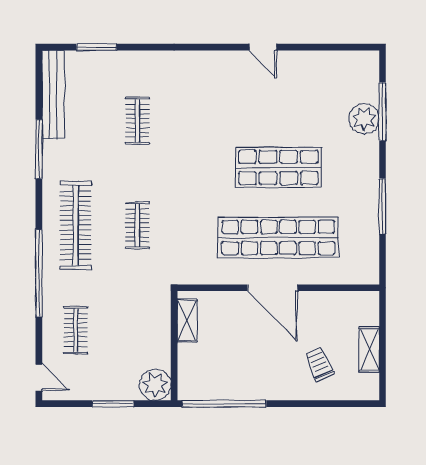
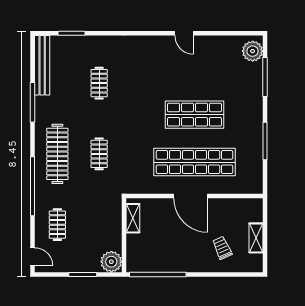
plant: (364, 119) -> (253, 51), moved

